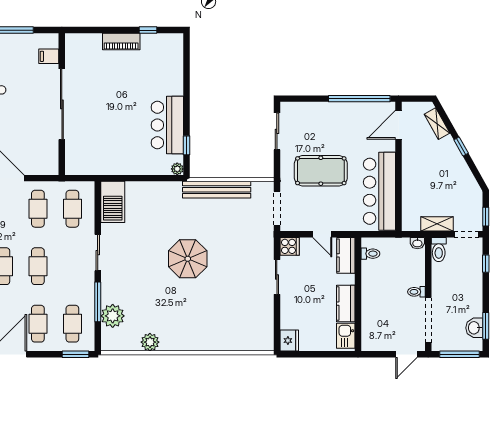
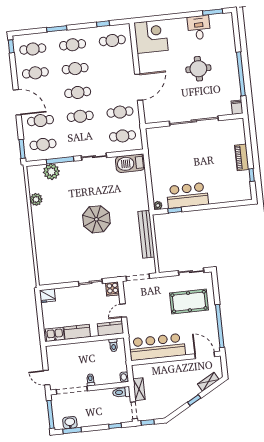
filing cabinet: (49, 56) -> (237, 107), moved
pool table: (321, 171) -> (189, 302), moved, turned 90

